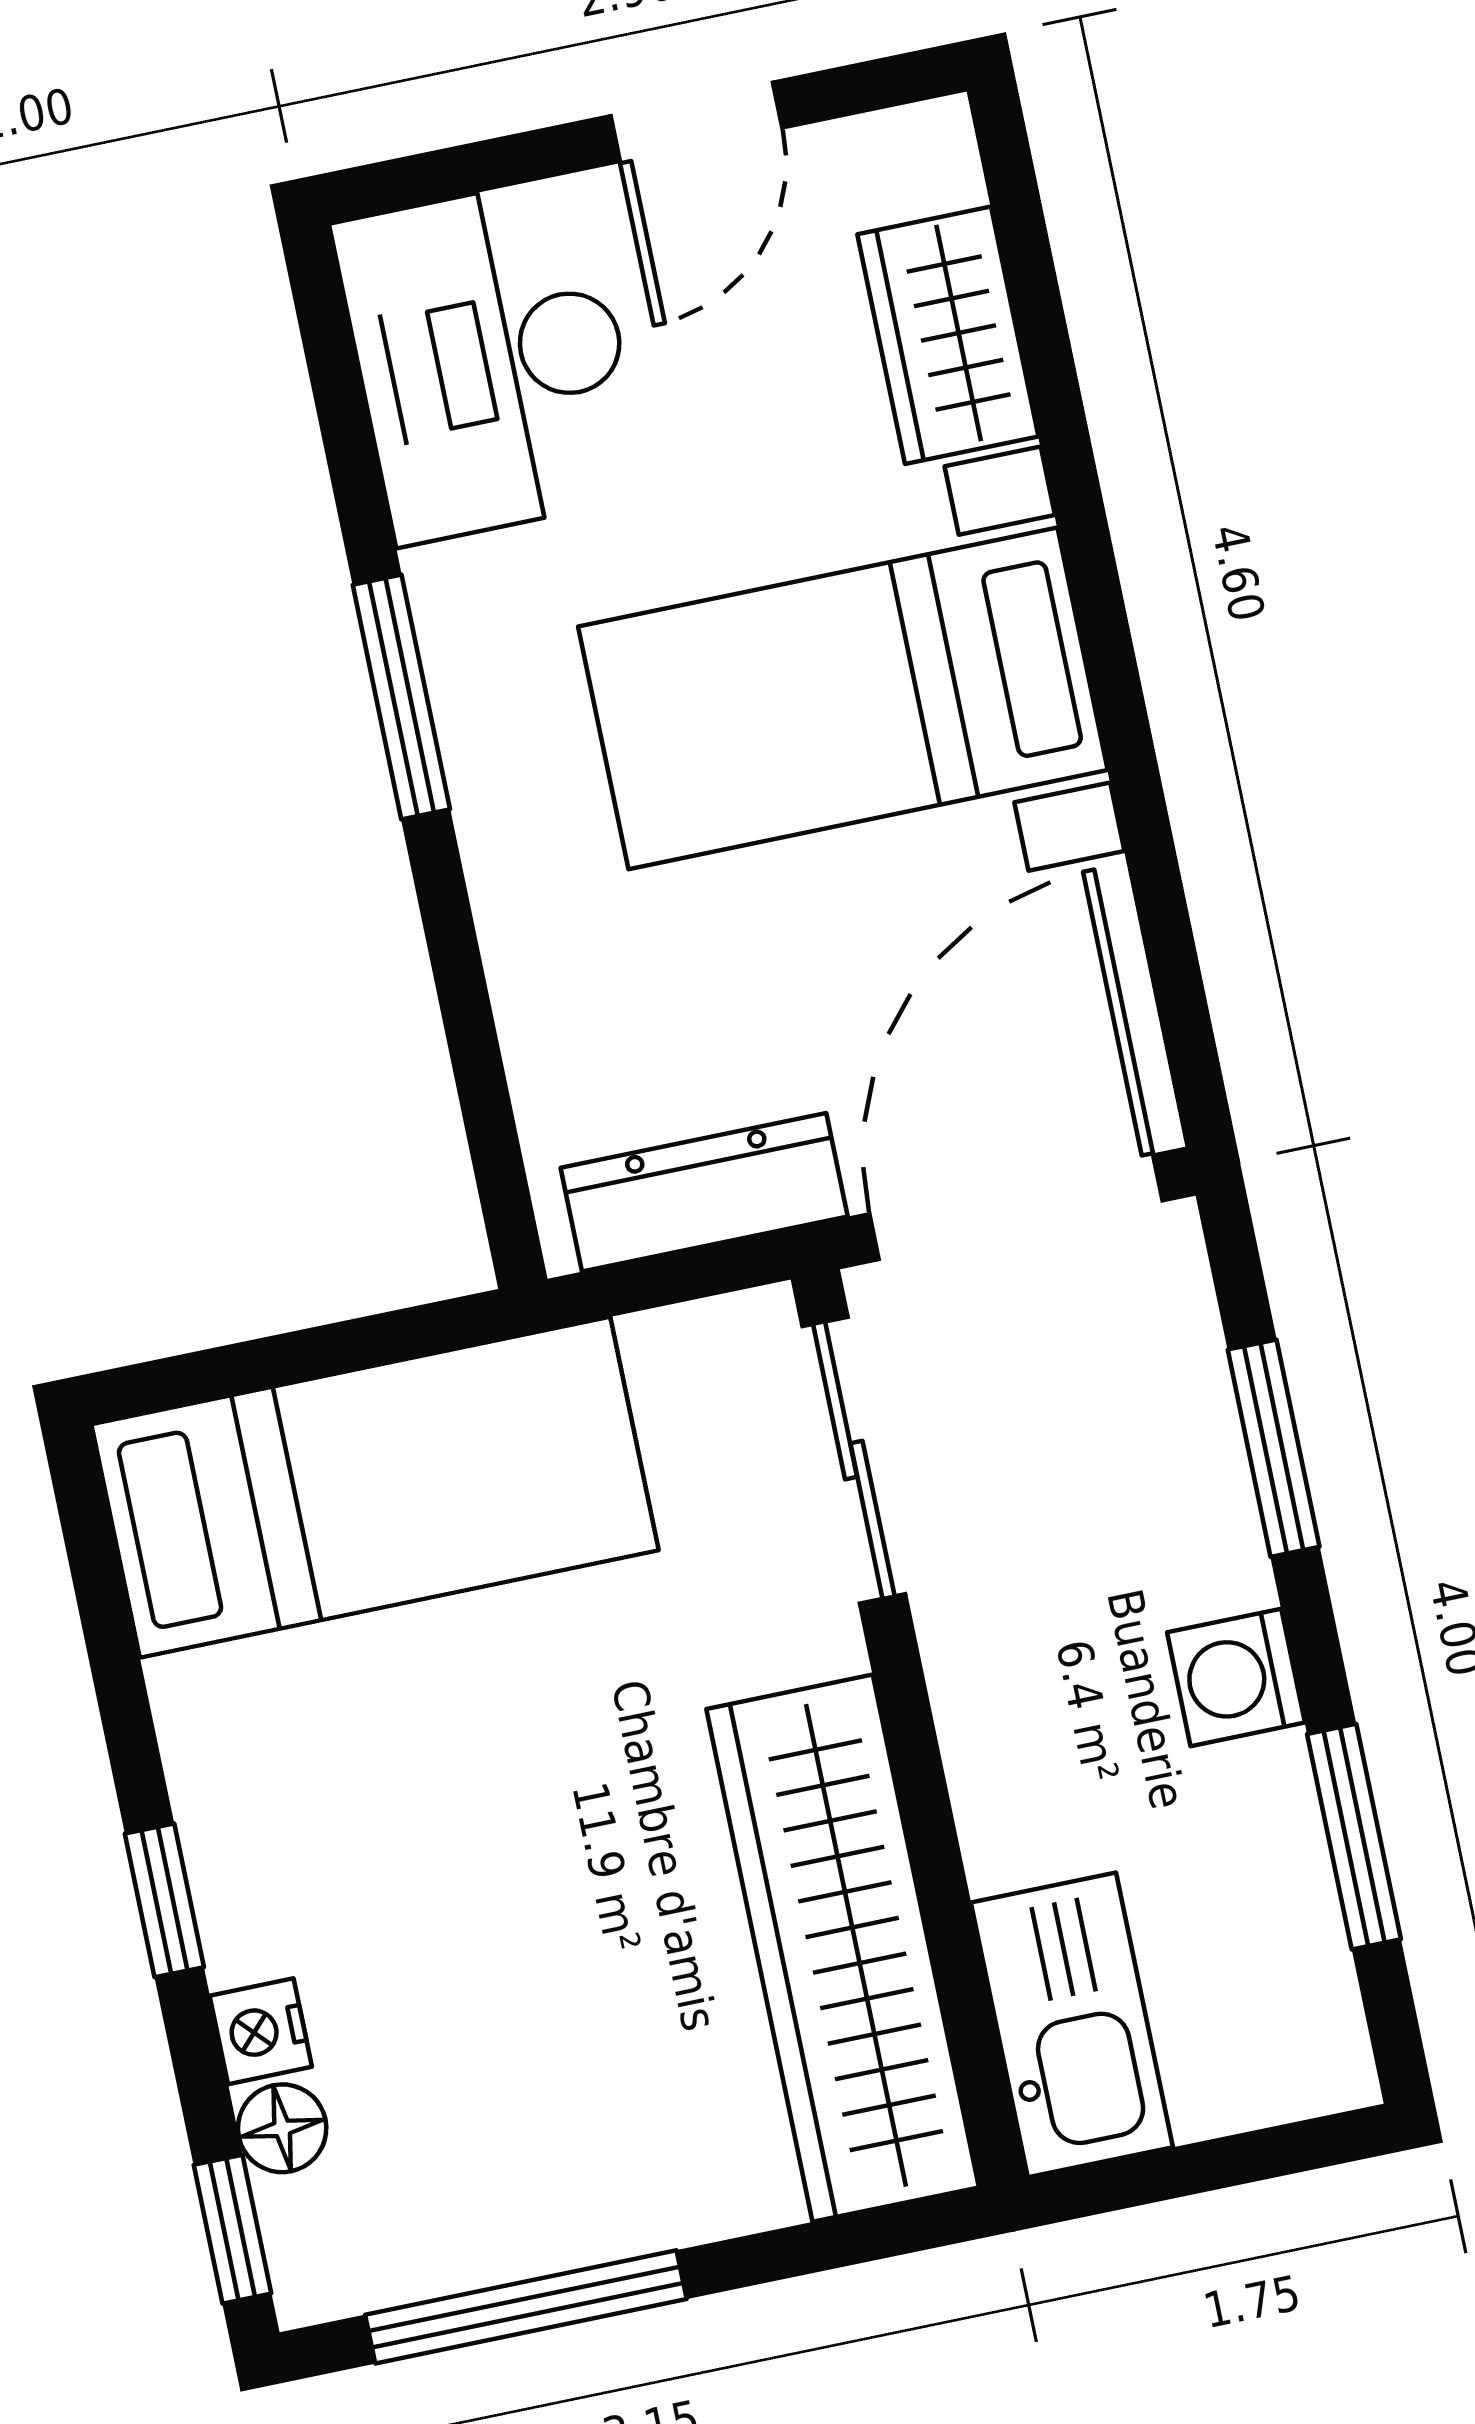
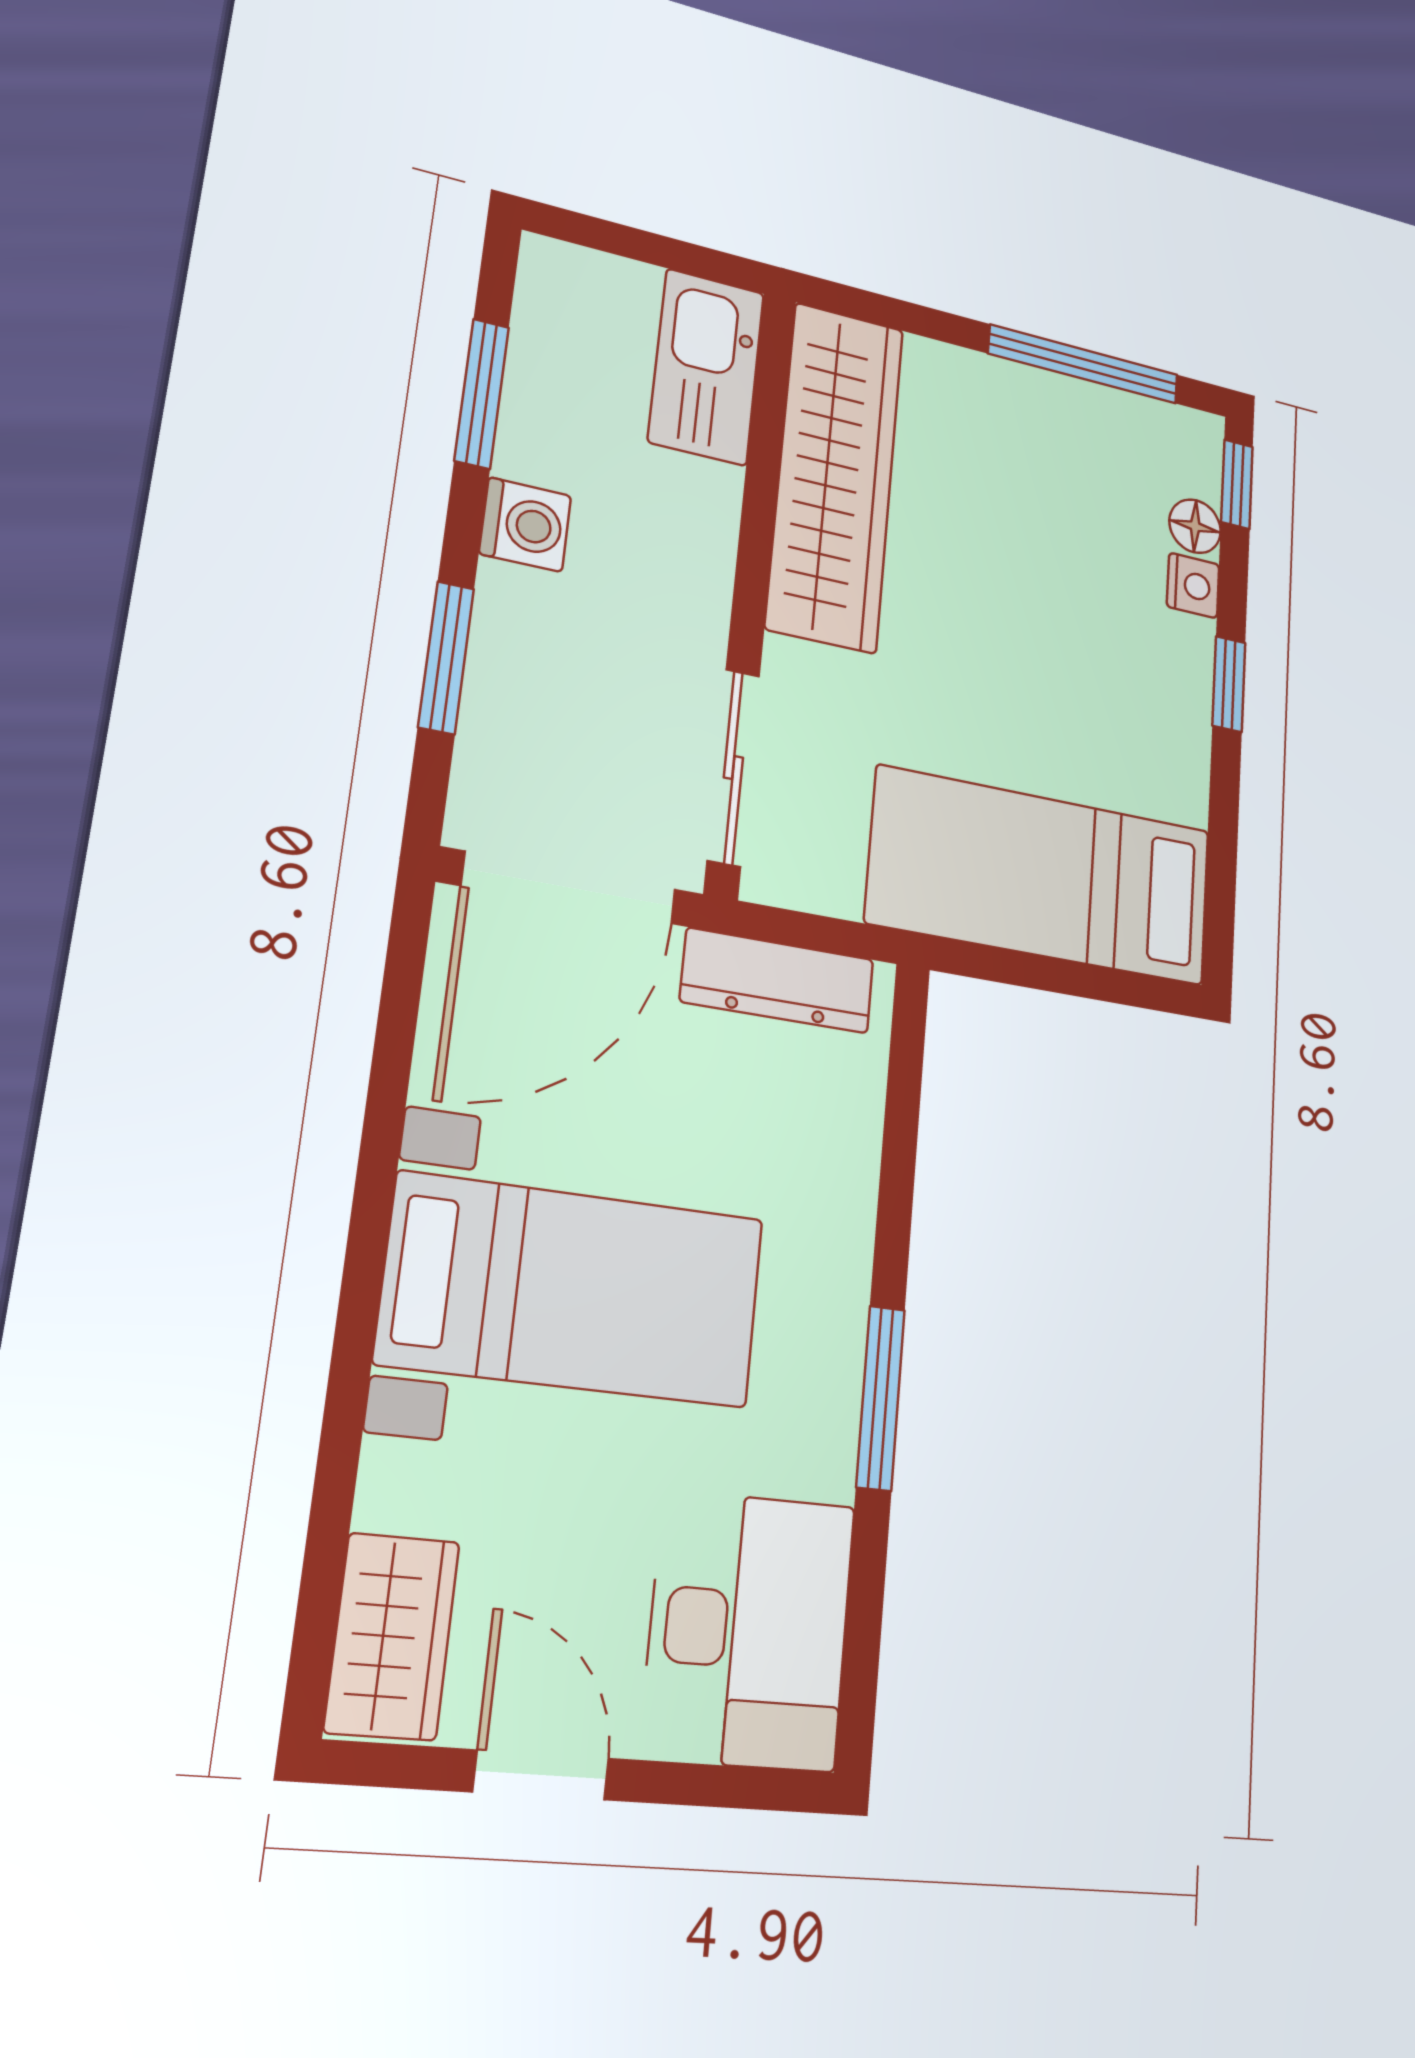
door: (696, 122) -> (541, 1775), hinge flipped
wardrobe: (948, 335) -> (392, 1636), moved

